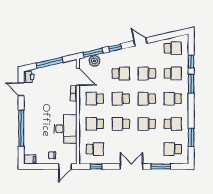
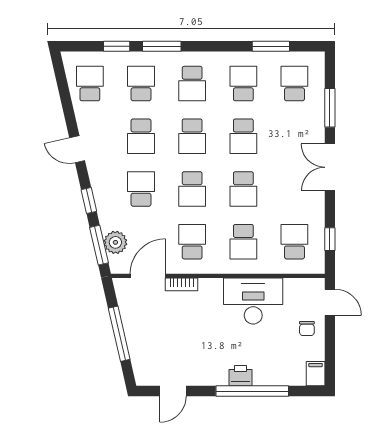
door: (140, 42) -> (77, 149), hinge flipped
printer: (29, 77) -> (241, 376), moved
school desk: (95, 99) -> (192, 242), turned 180
school desk: (173, 149) -> (294, 84), turned 180

